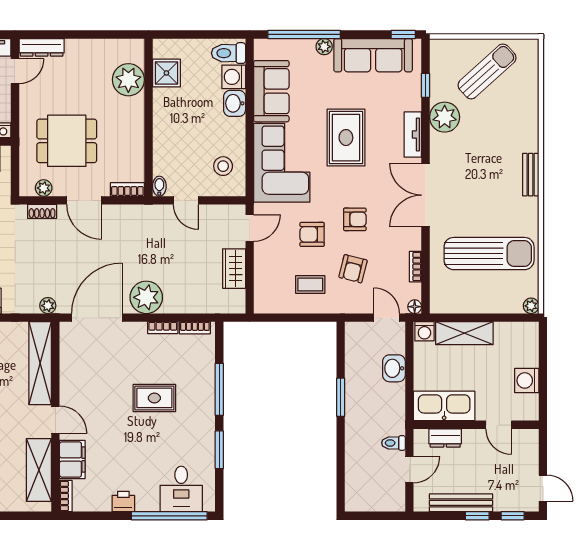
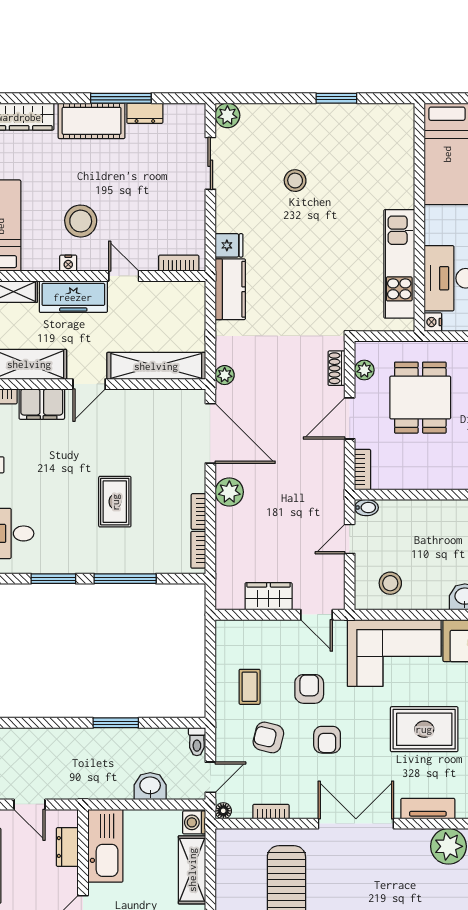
plant: (146, 297) -> (229, 492), width x0.73, depth x0.73
toilet: (393, 443) -> (197, 742), moved, turned 180

